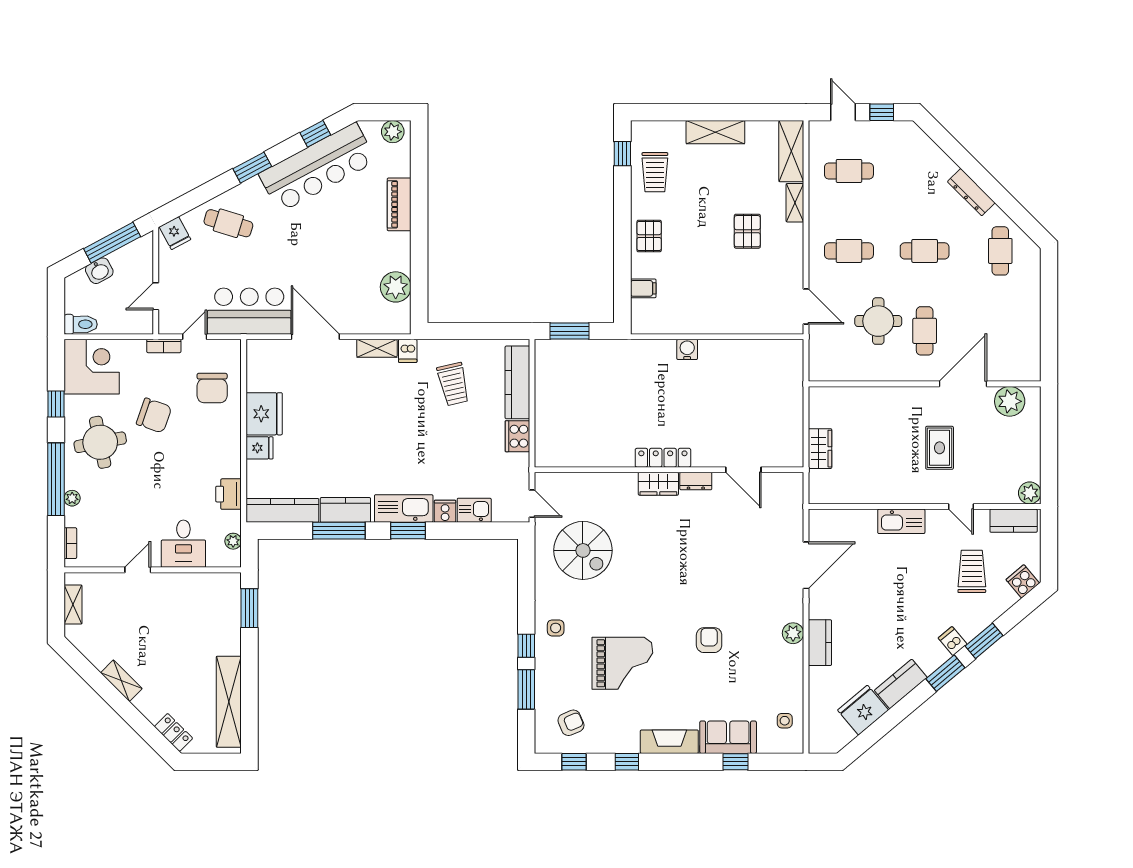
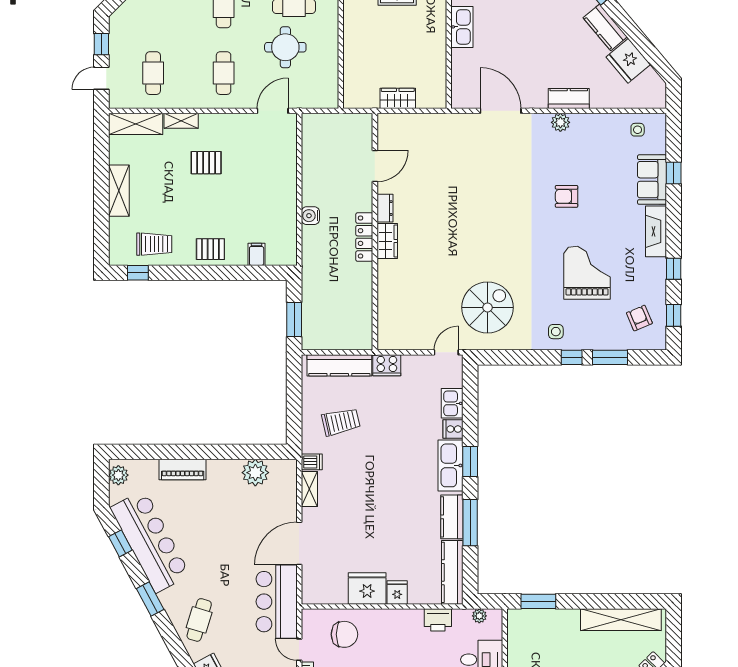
locker: (663, 458) -> (364, 237), moved
wall: (669, 470) -> (375, 232), moved
door: (743, 470) -> (375, 166), moved
dresser: (696, 481) -> (385, 208), moved
wardrobe: (658, 484) -> (387, 241), moved

